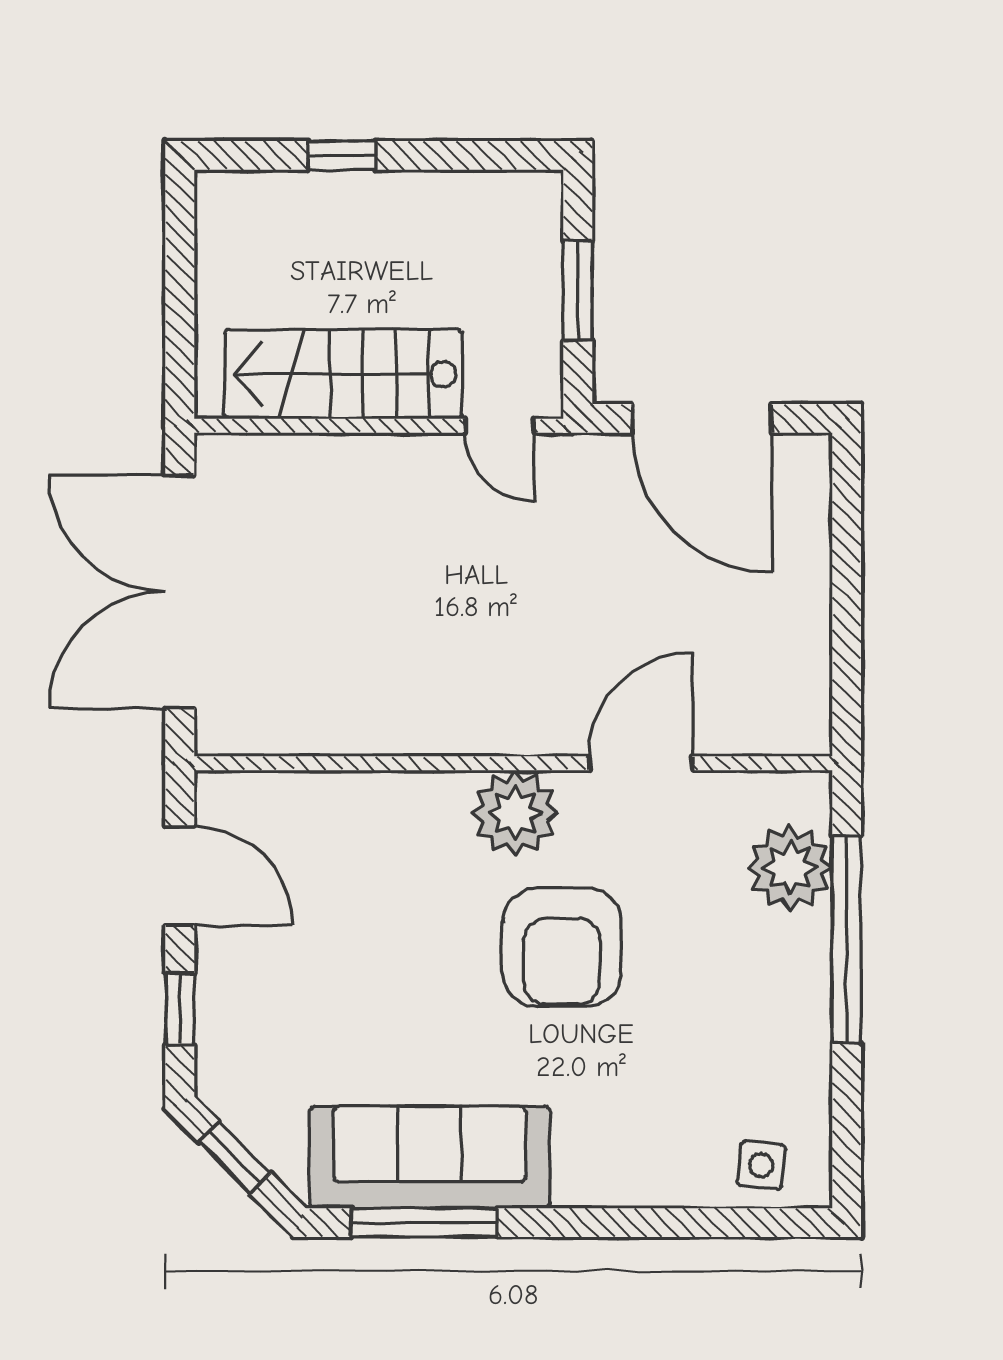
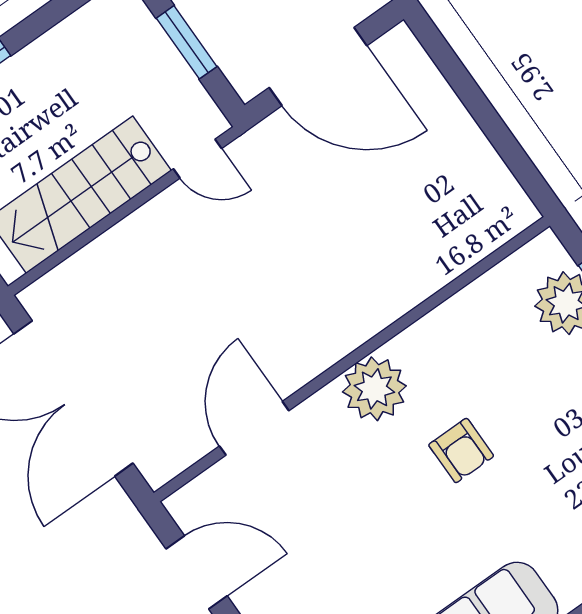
door: (641, 763) -> (254, 428), moved
armchair: (562, 947) -> (461, 450), width x0.53, depth x0.53

